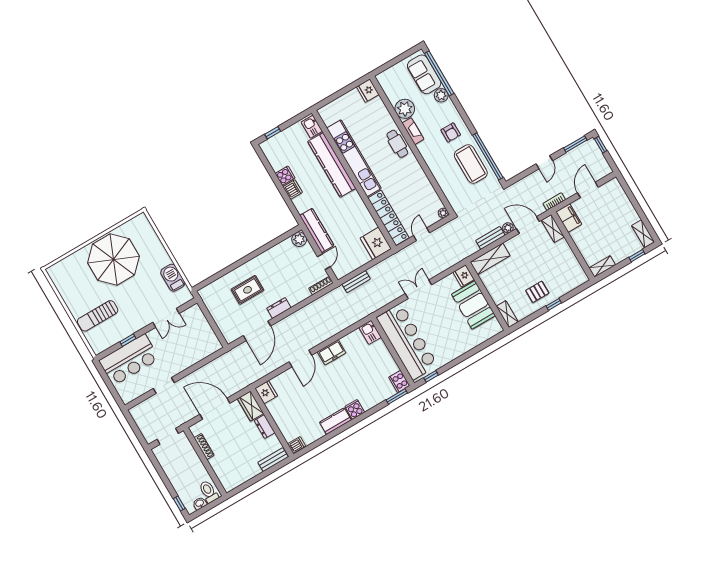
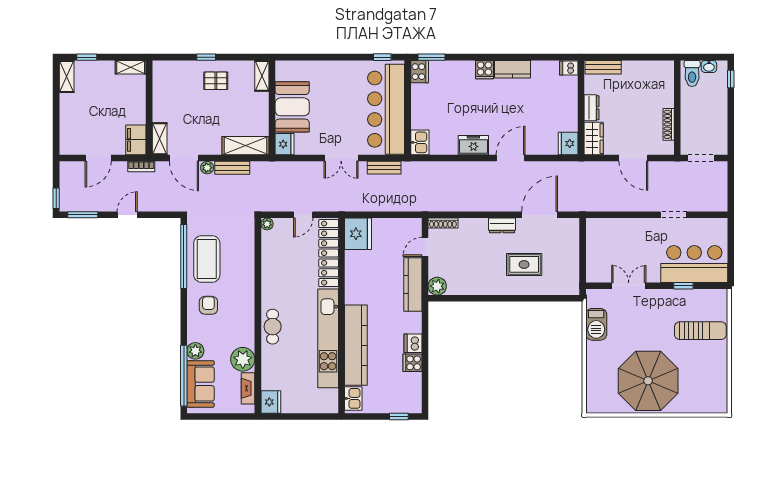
fireplace: (413, 131) -> (248, 388), moved
bench: (356, 282) -> (384, 168), moved
door: (215, 409) -> (633, 158), width x0.73

